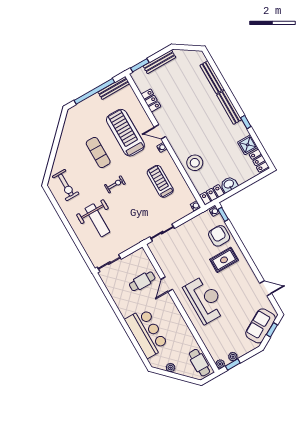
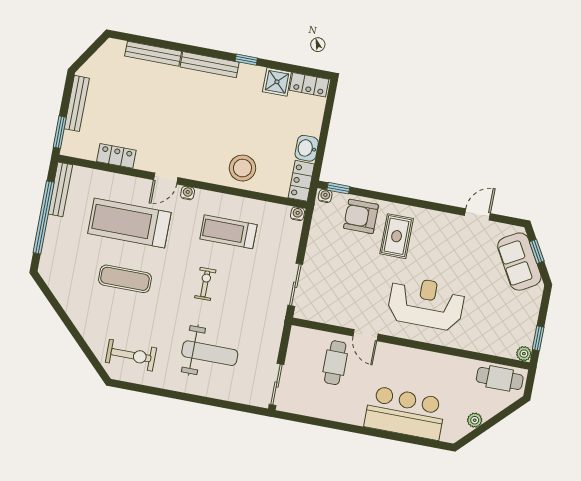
exercise bike: (115, 184) -> (205, 284), moved
plant: (233, 357) -> (528, 330), removed

